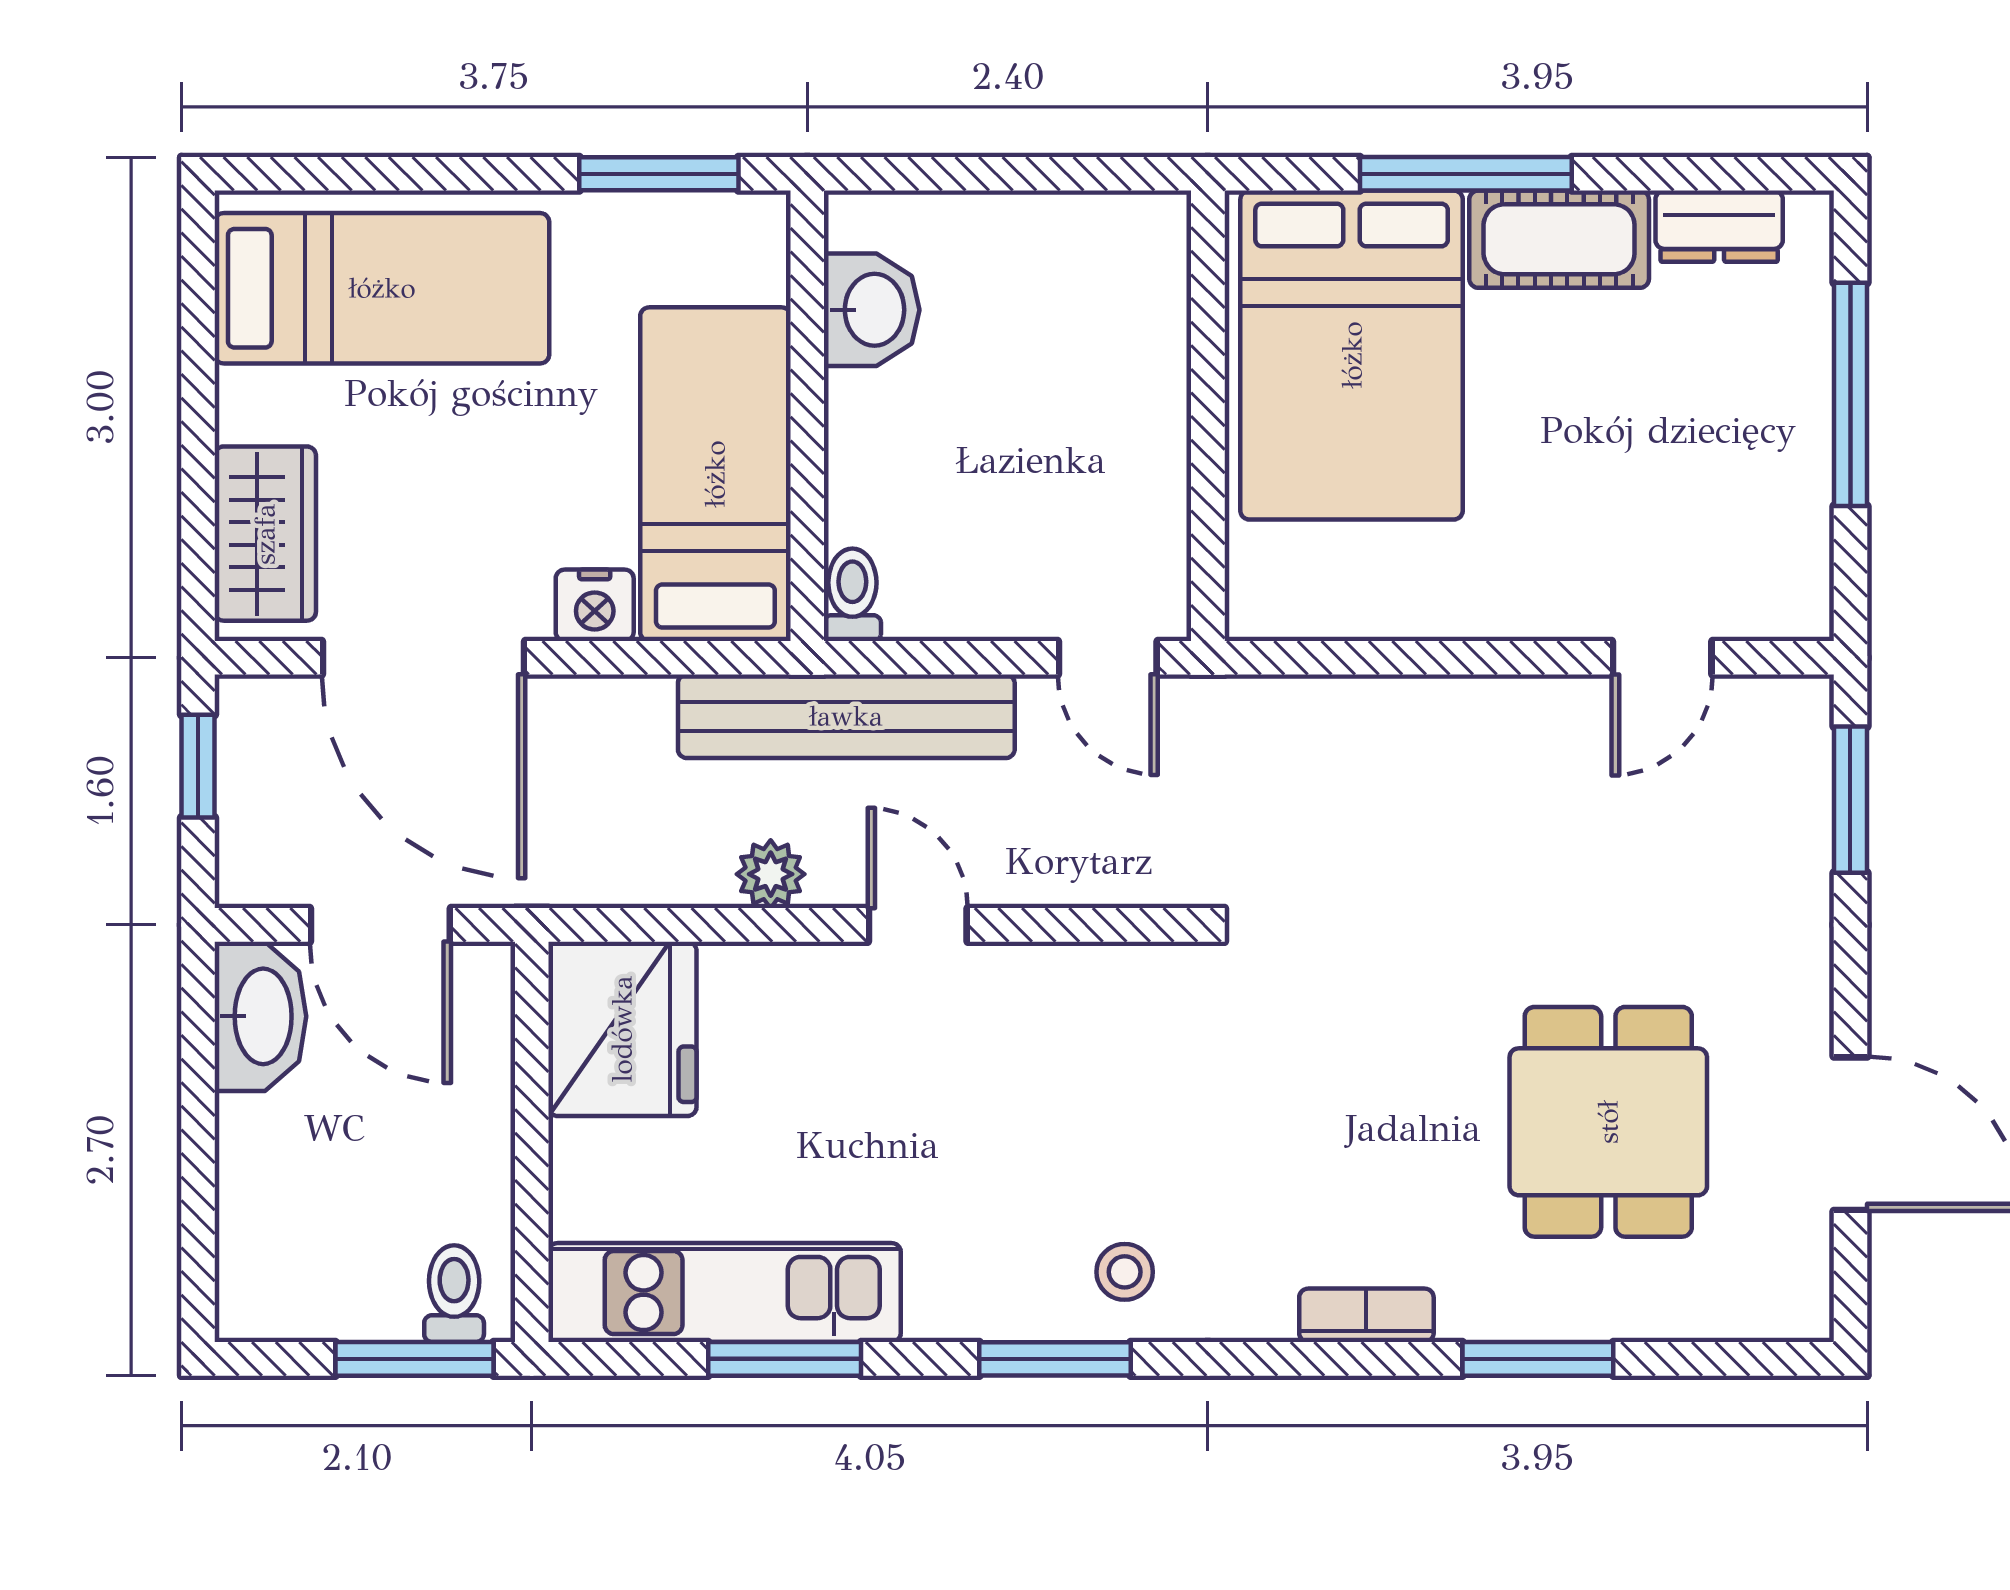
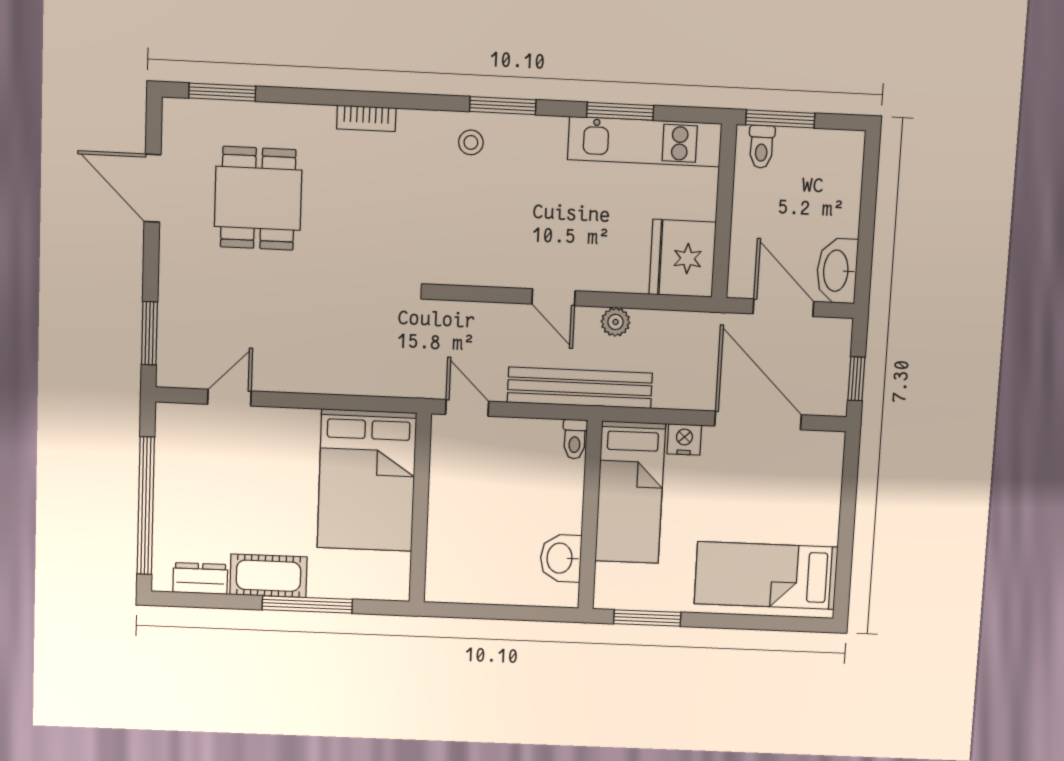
bed: (1352, 355) -> (367, 480), moved, turned 180
window: (1850, 394) -> (146, 506), width x1.46
wardrobe: (265, 534) -> (822, 475), removed
window: (1538, 1359) -> (222, 92), moved

